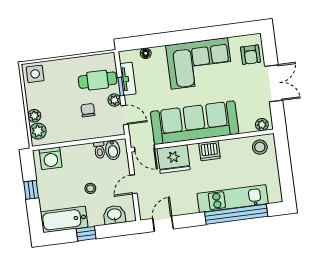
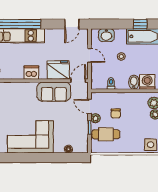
tv unit: (128, 79) -> (84, 132), removed
sofa: (195, 123) -> (54, 92), width x0.54, depth x0.79
door: (145, 148) -> (78, 81), hinge flipped
bidet: (113, 150) -> (134, 82), moved
door: (134, 184) -> (90, 55), hinge flipped
window: (86, 234) -> (140, 24), moved

